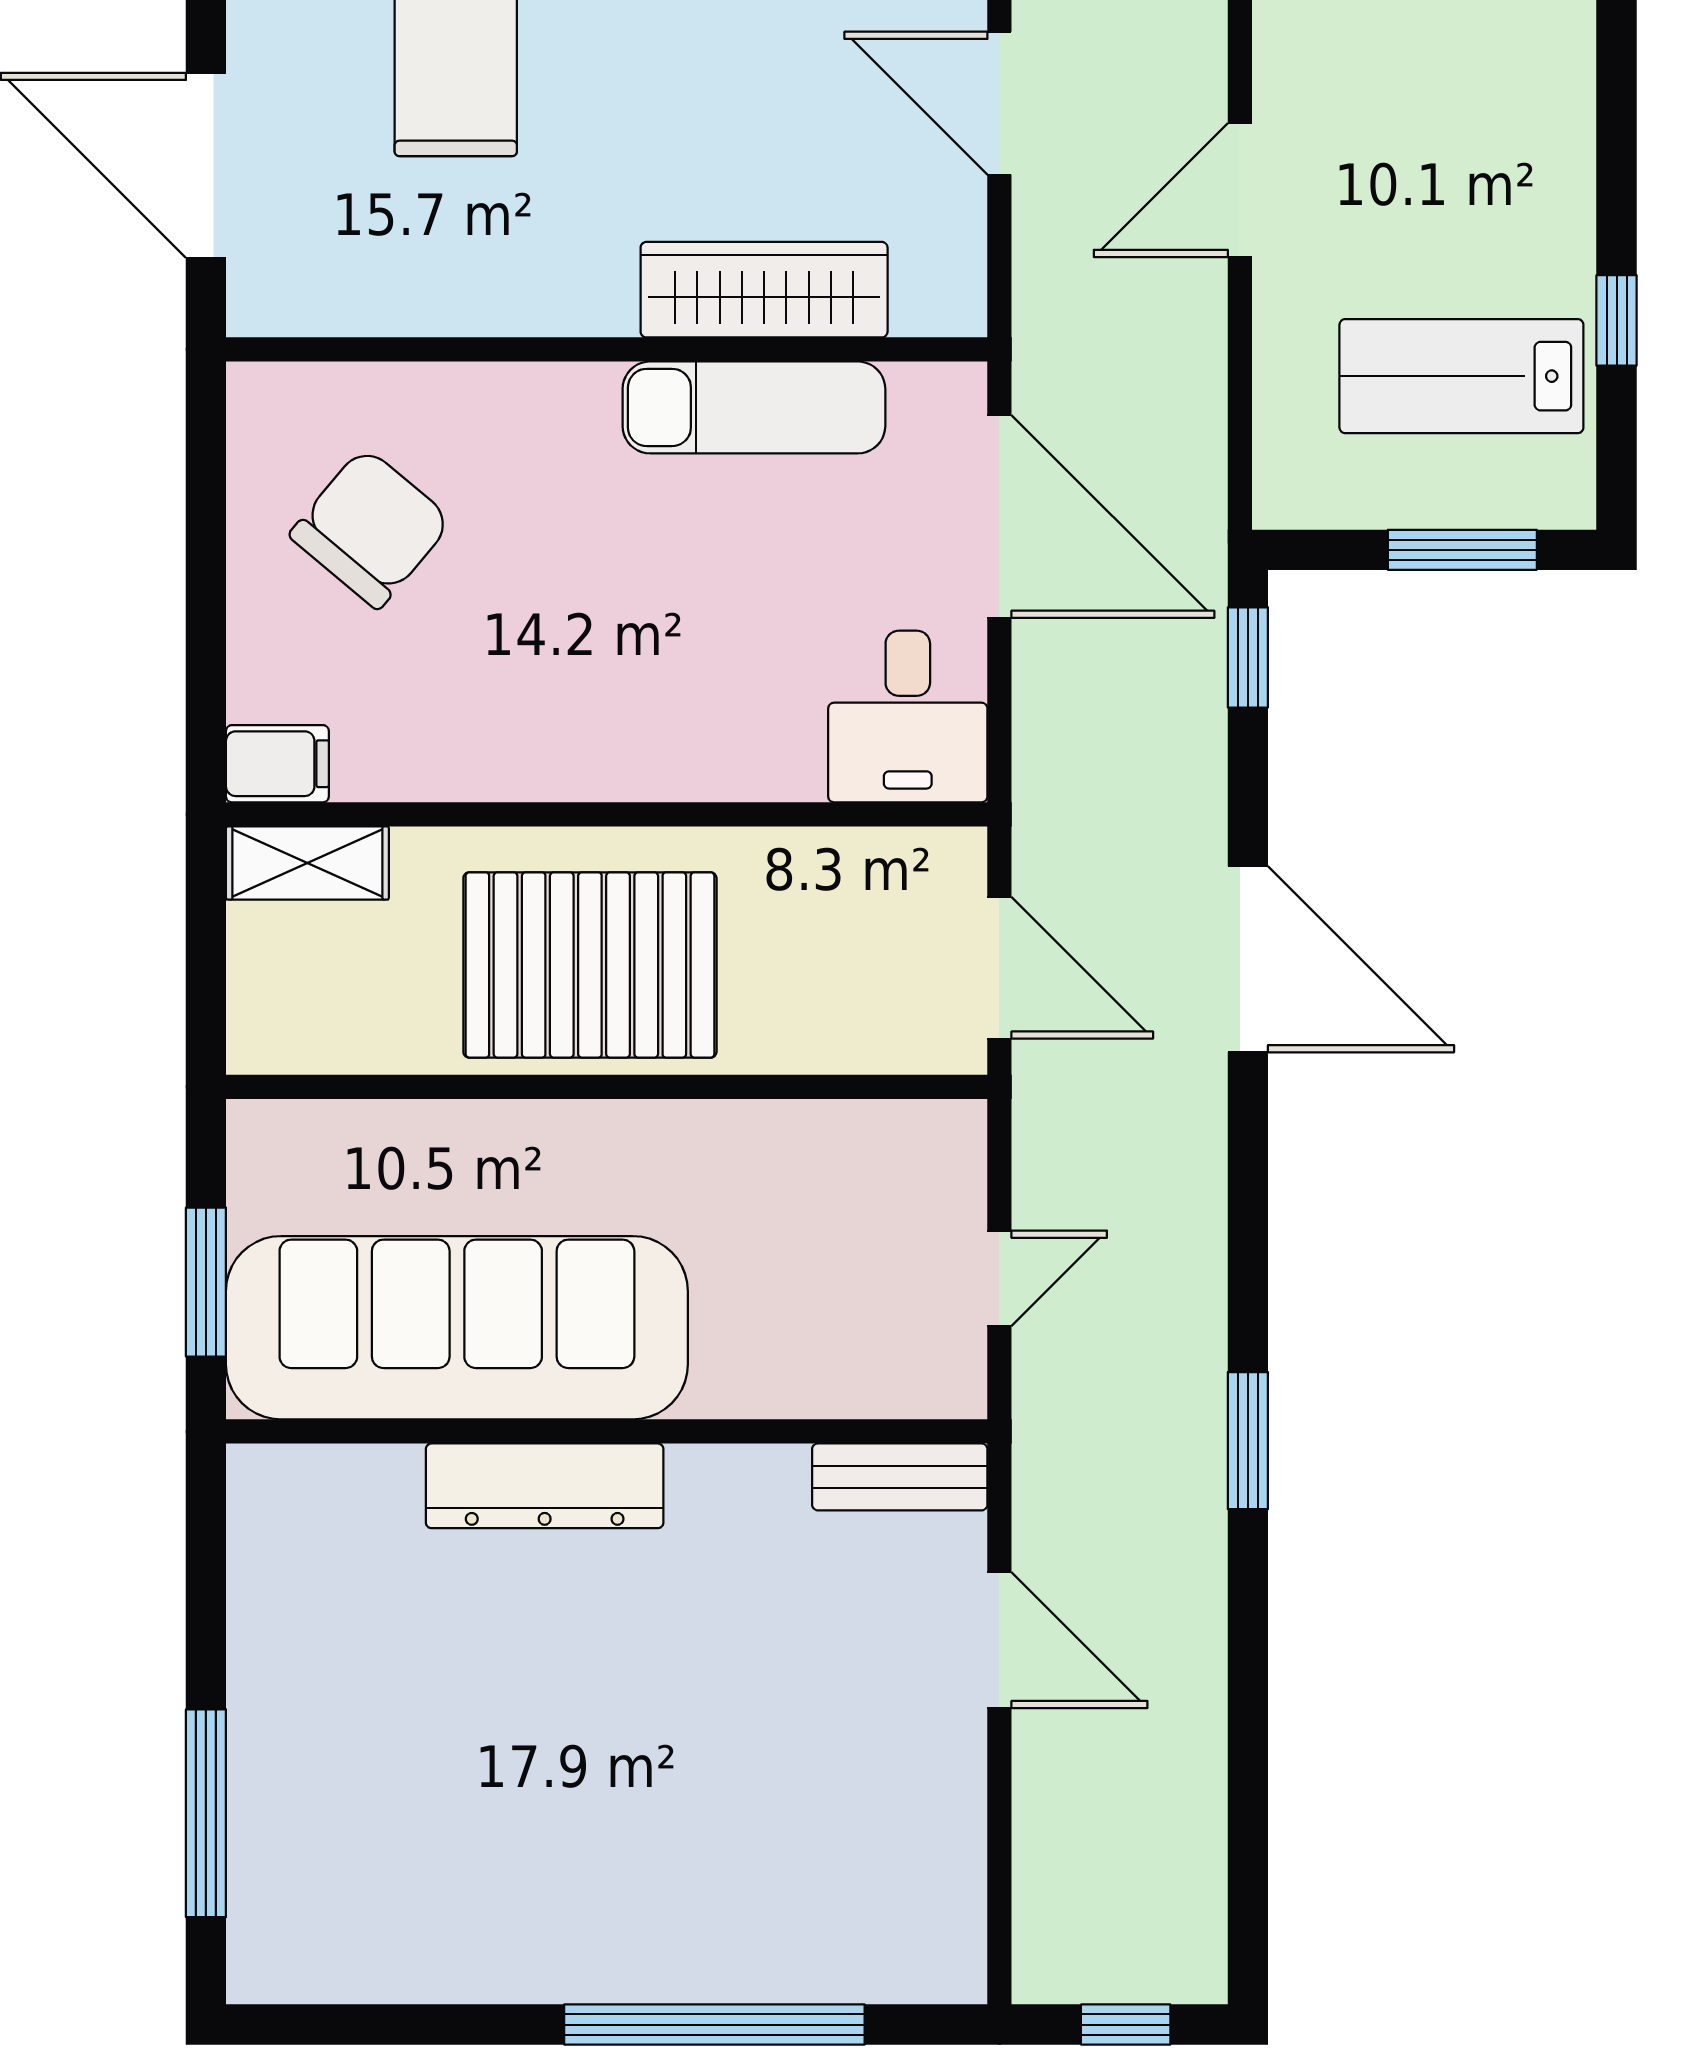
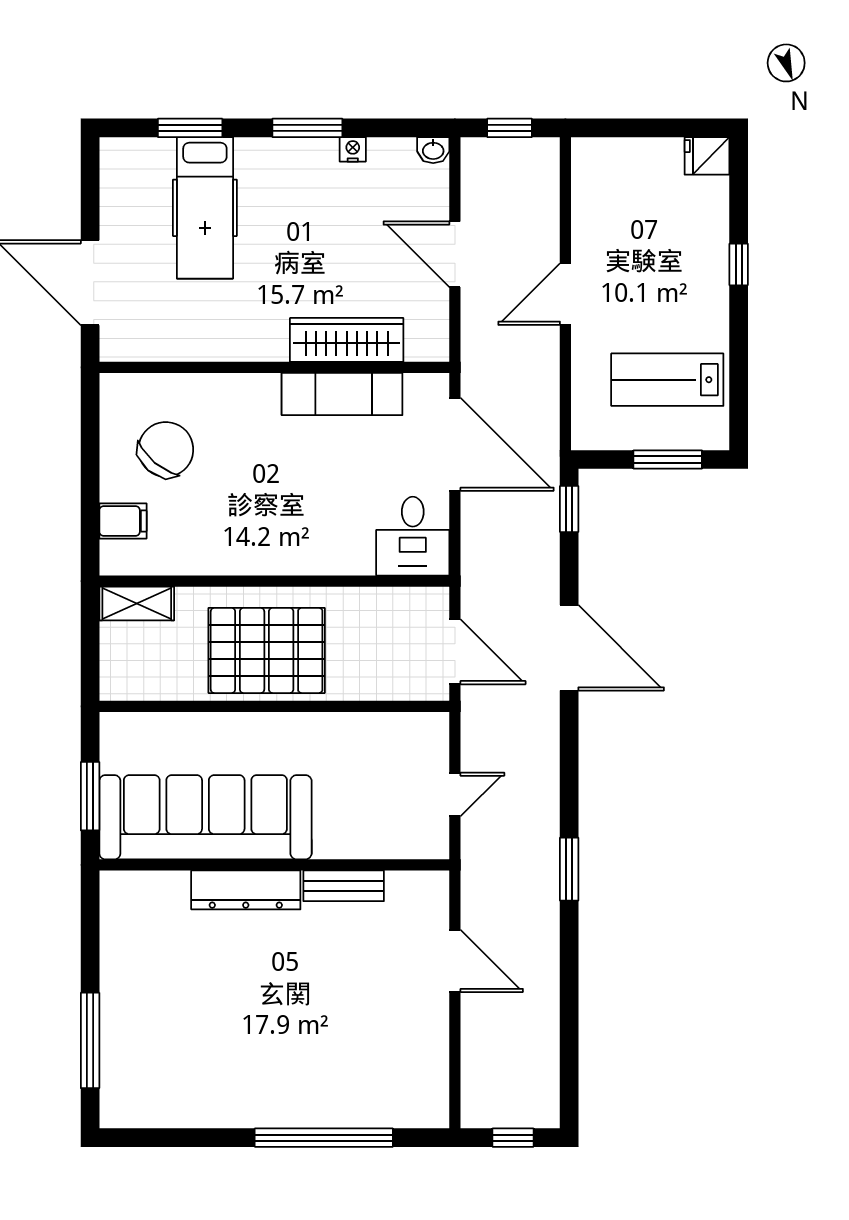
window: (1617, 320) -> (739, 264), moved
filing cabinet: (277, 764) -> (123, 521), moved
bench: (900, 1477) -> (344, 886), moved

